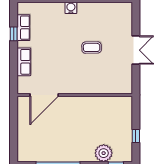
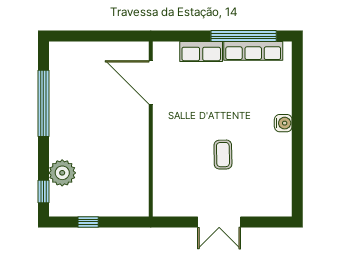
row of seats: (23, 28) -> (253, 51), width x1.48
window: (14, 34) -> (244, 36), width x3.17

